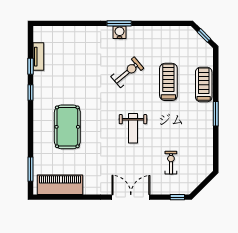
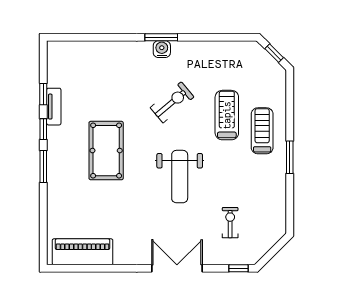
tv unit: (38, 57) -> (54, 107), moved
treadmill: (204, 84) -> (262, 131), moved
pool table: (67, 127) -> (106, 151), moved
weight bench: (133, 128) -> (180, 177), width x1.36, depth x1.33
window: (30, 169) -> (43, 166), moved

